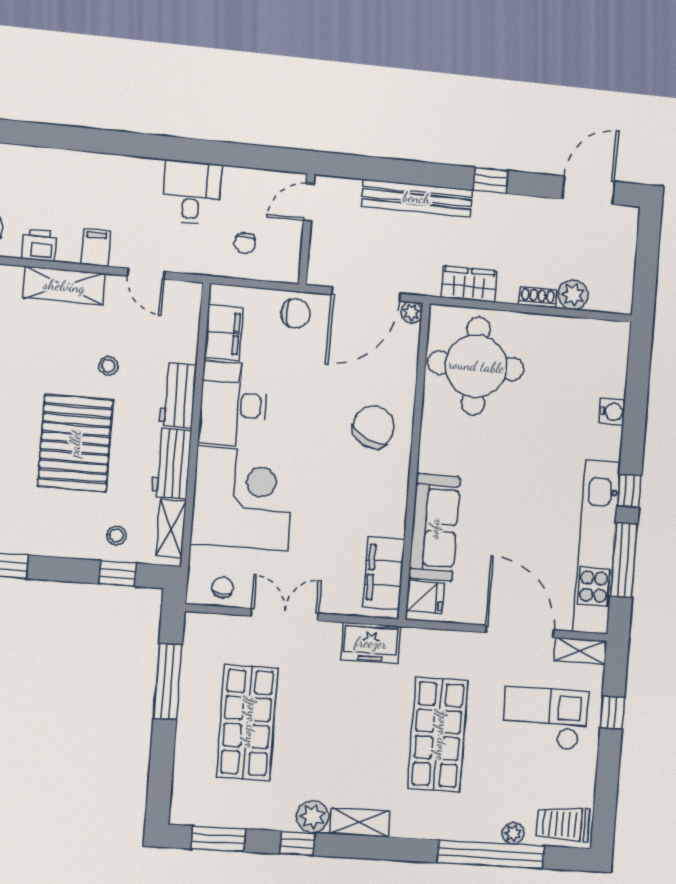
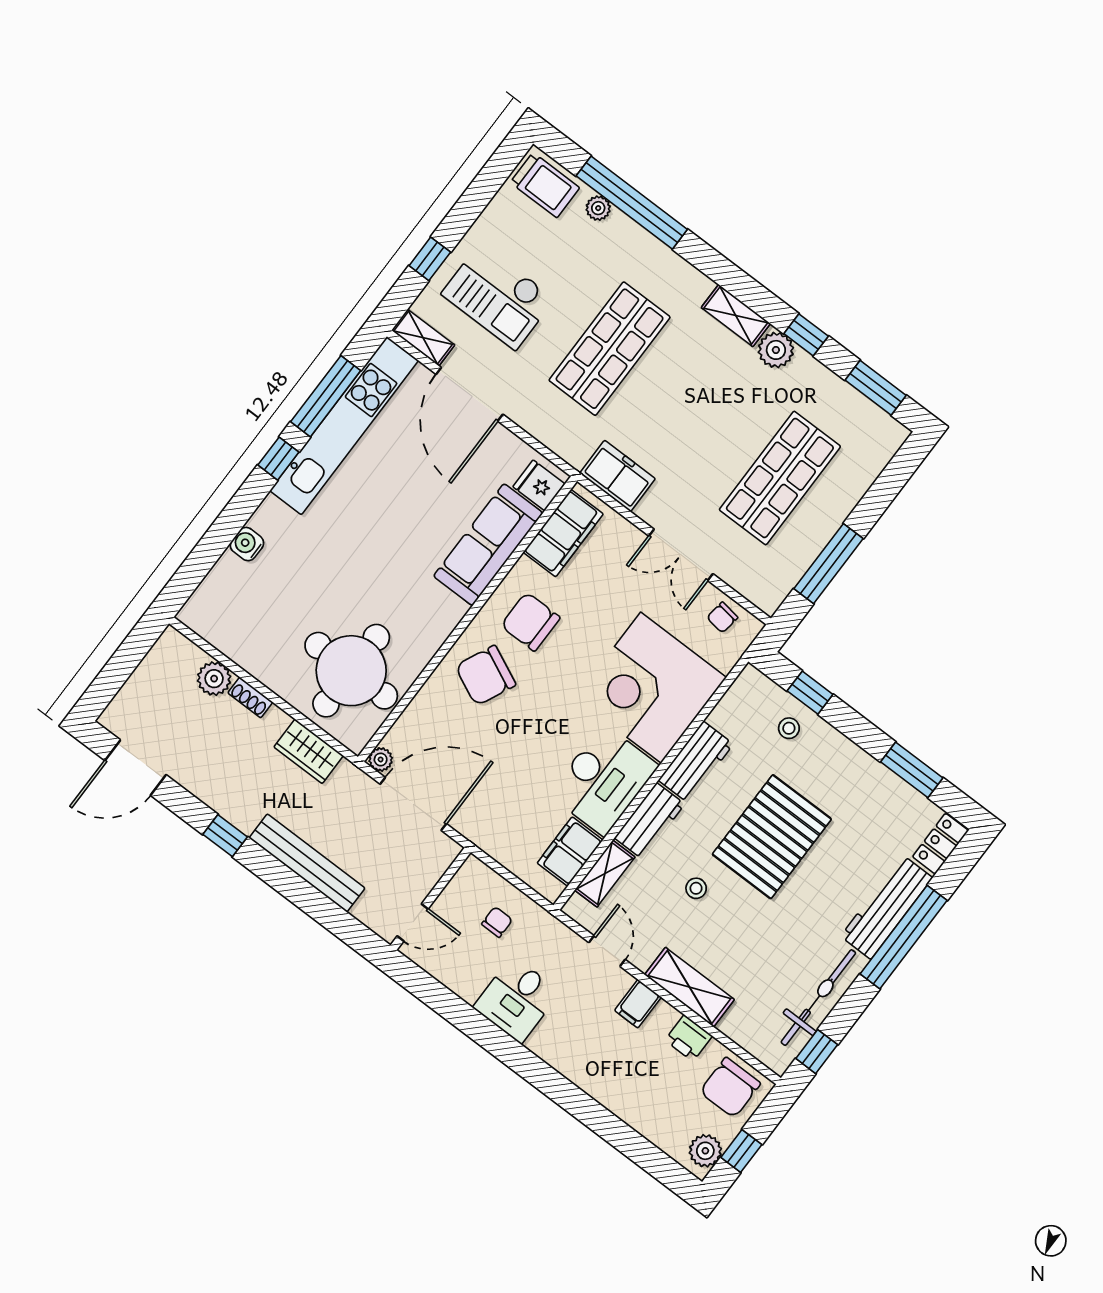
chair: (295, 313) -> (530, 622), moved, width x1.37, depth x1.37
shelving: (171, 529) -> (605, 874), moved

